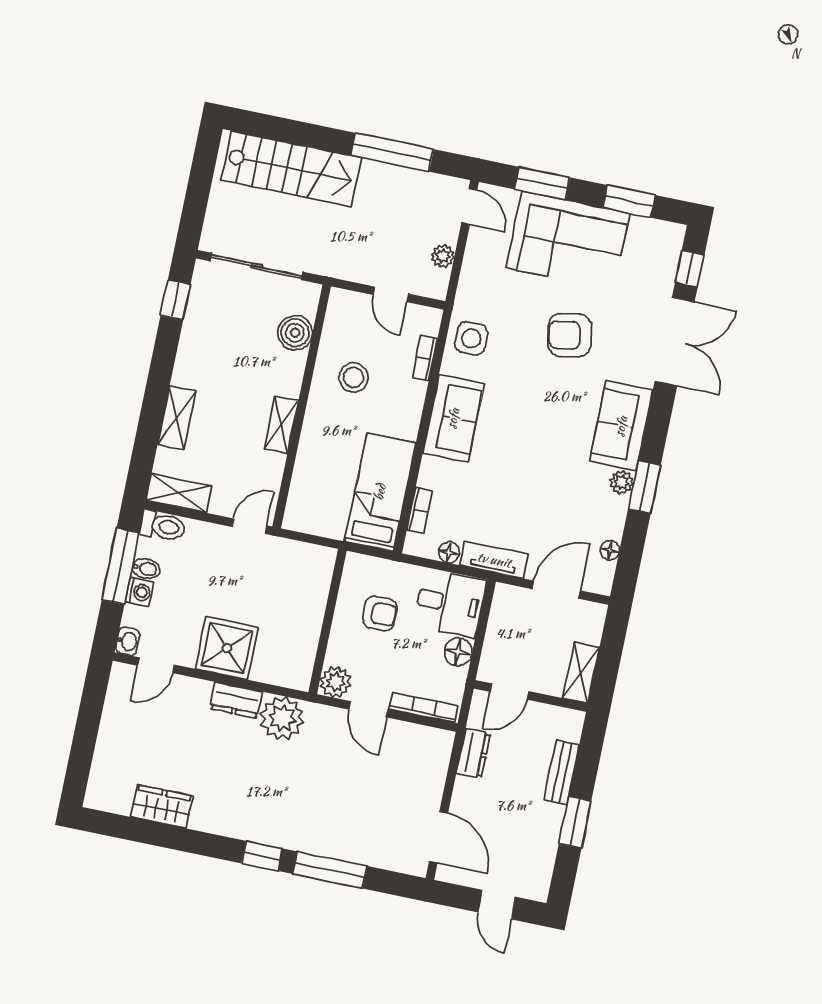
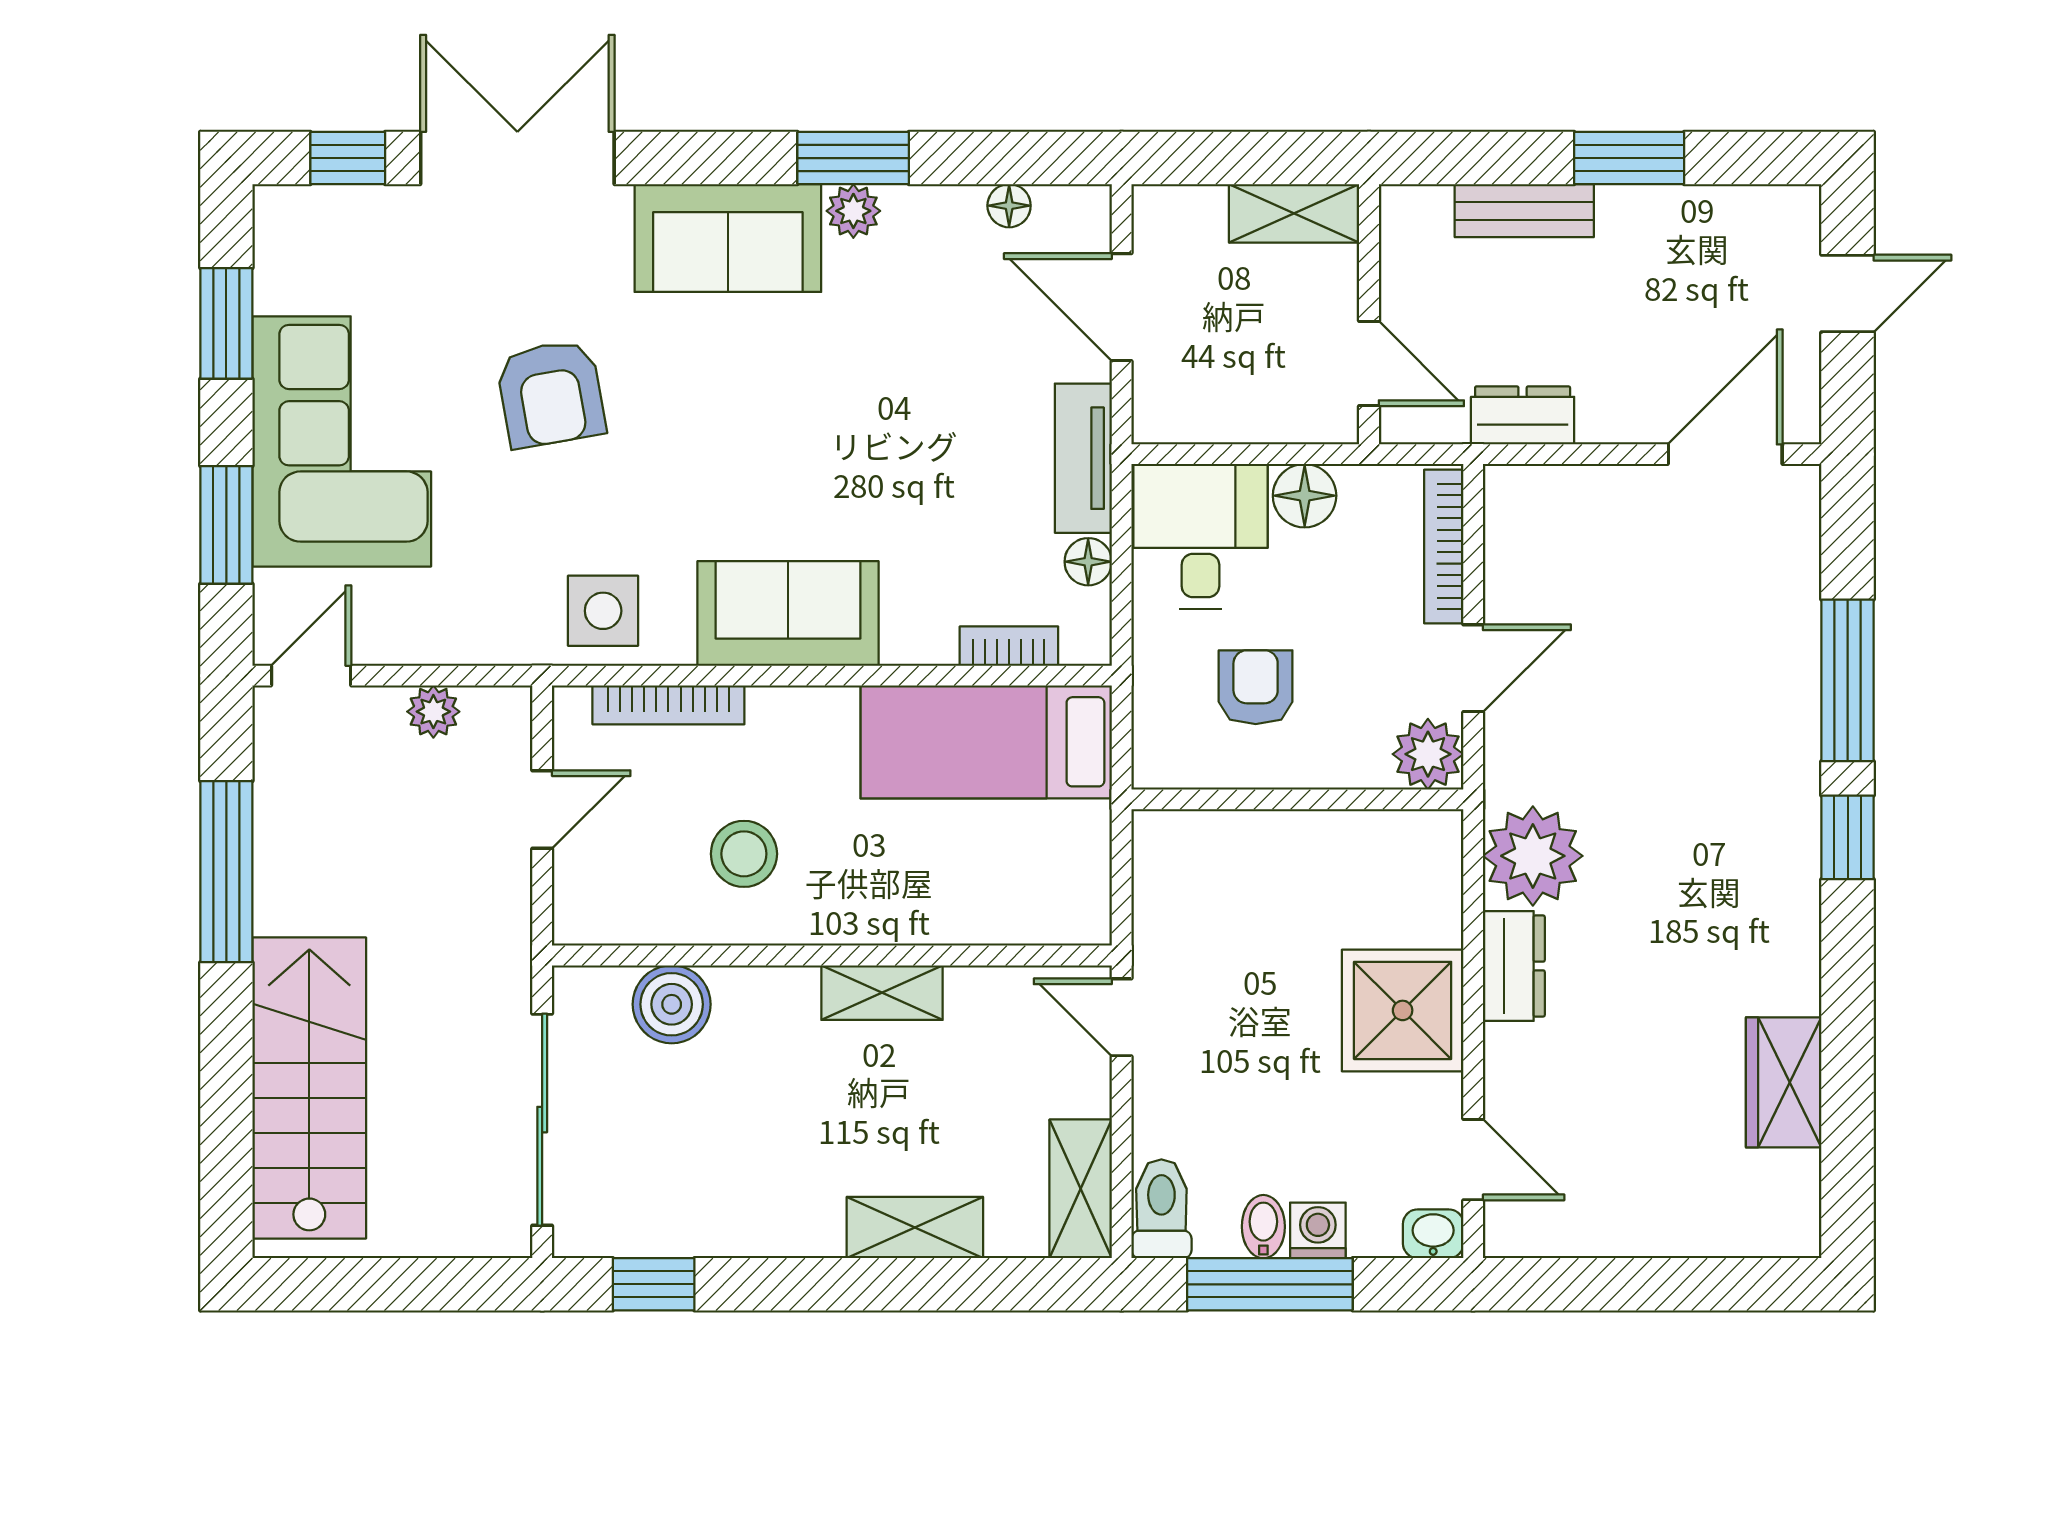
bookcase: (425, 358) -> (668, 705), width x1.56

